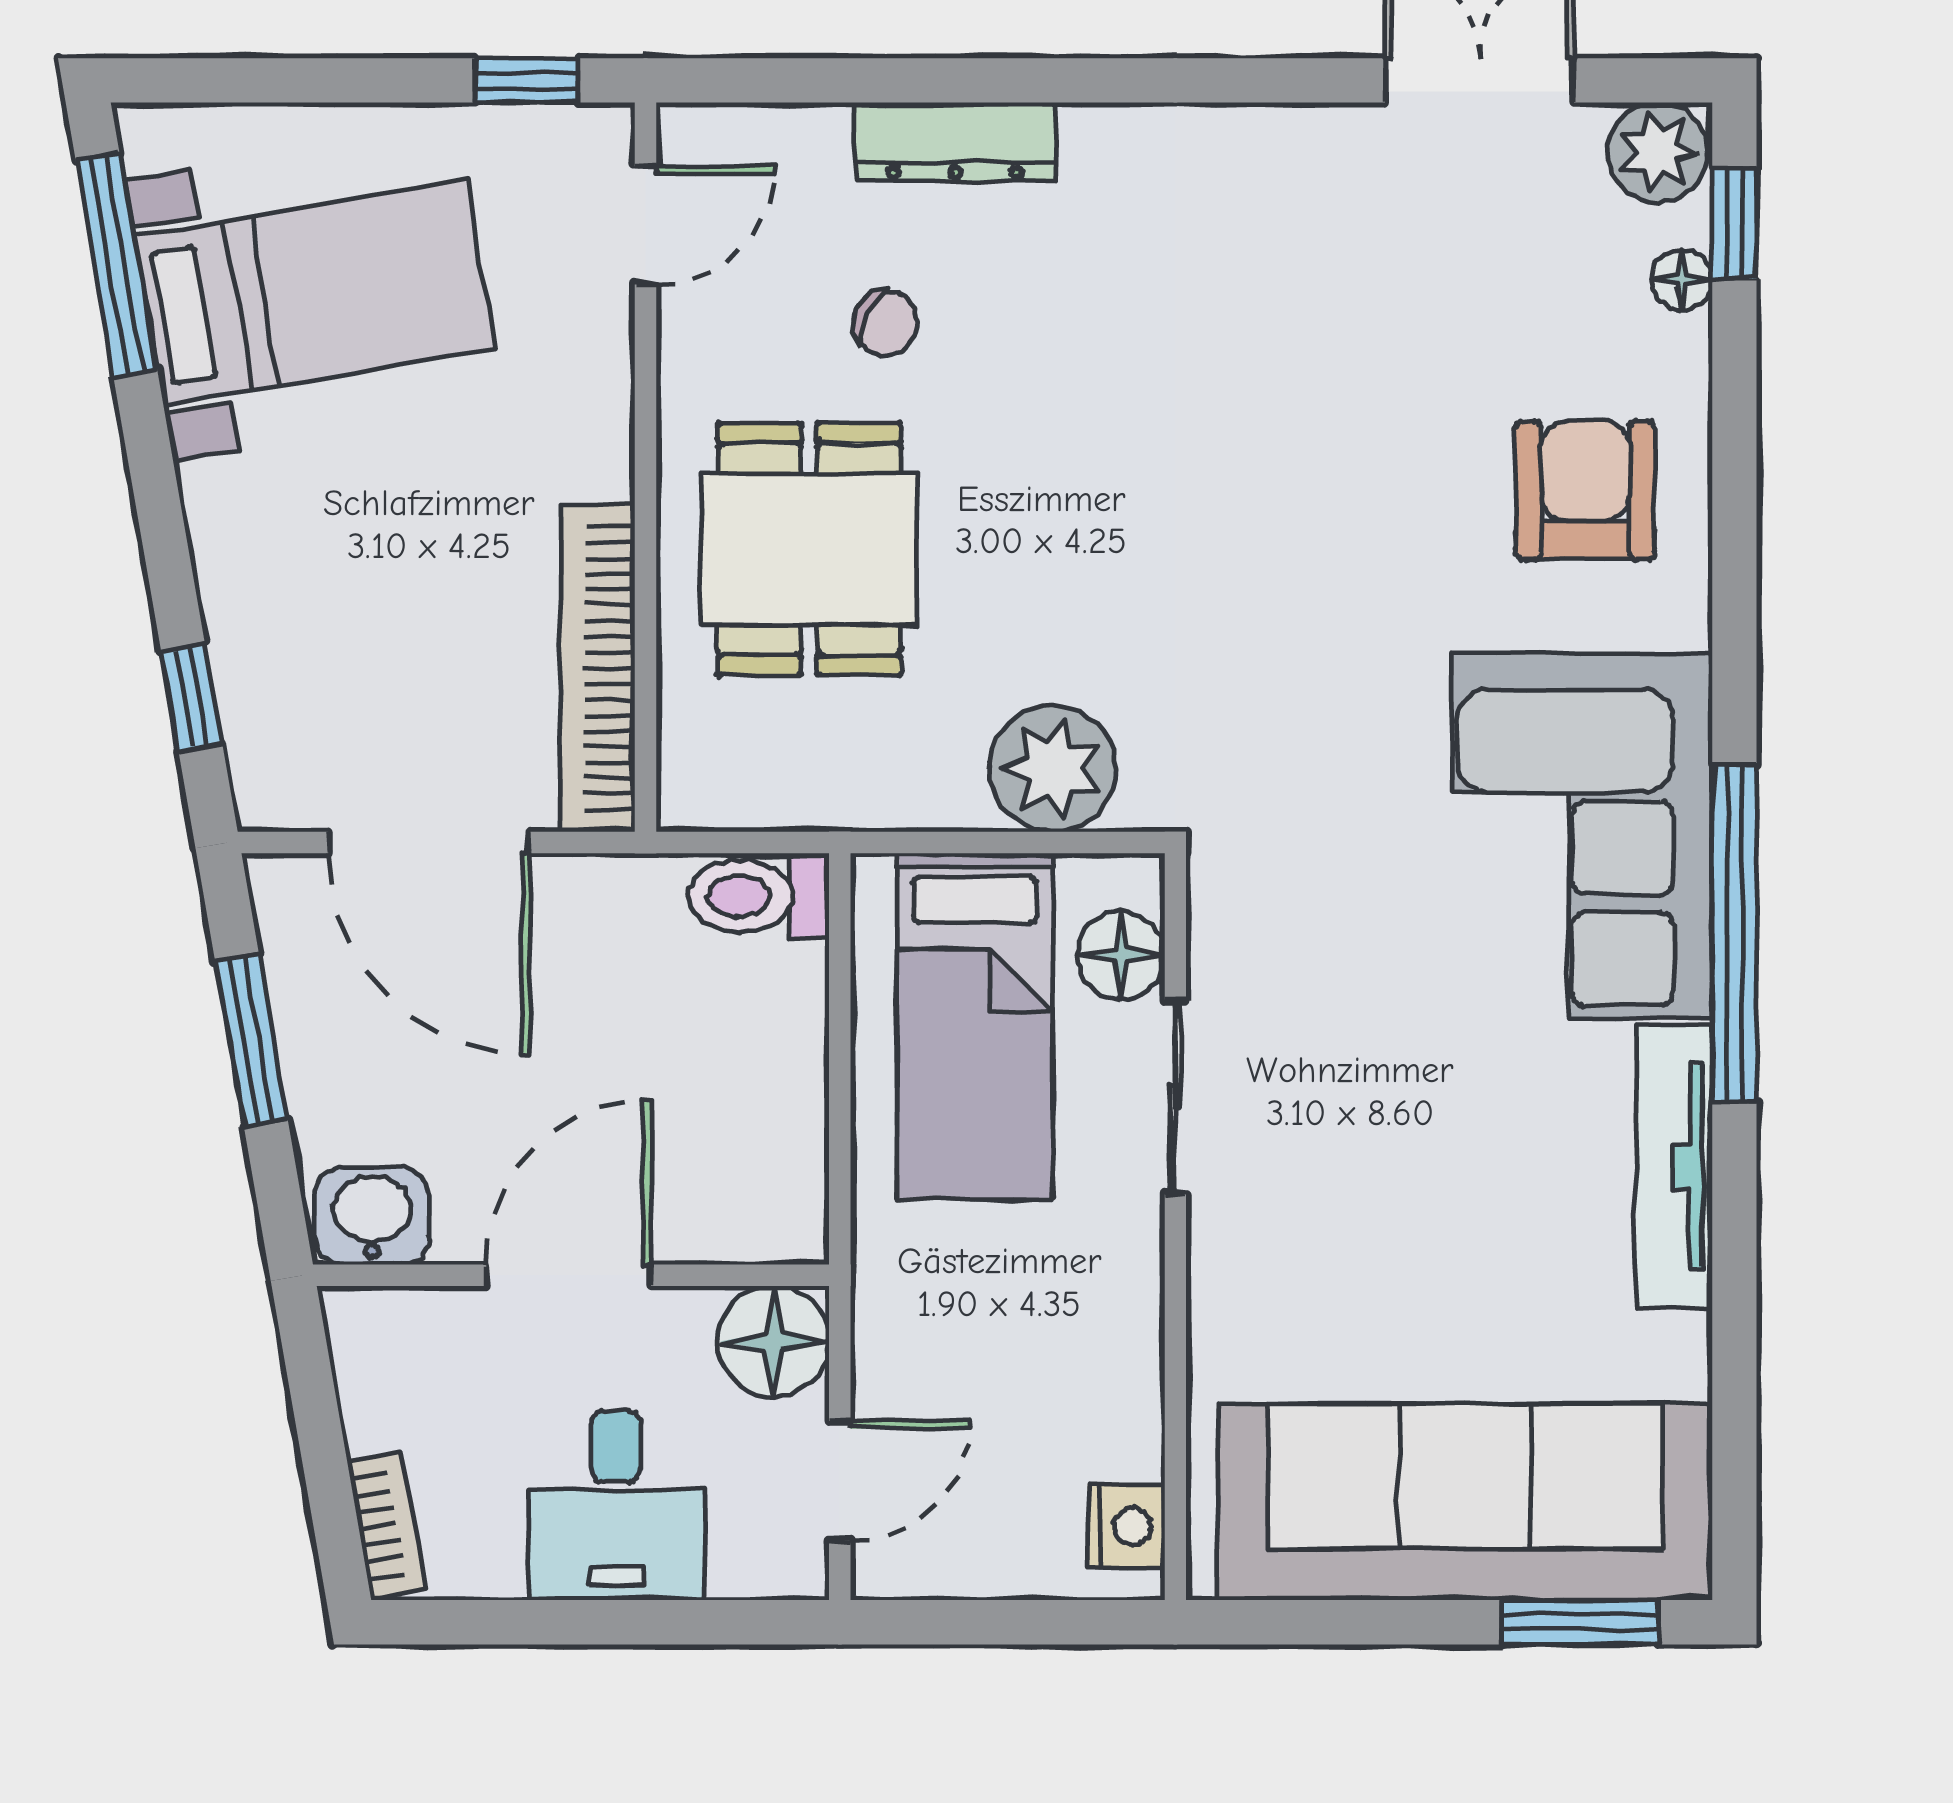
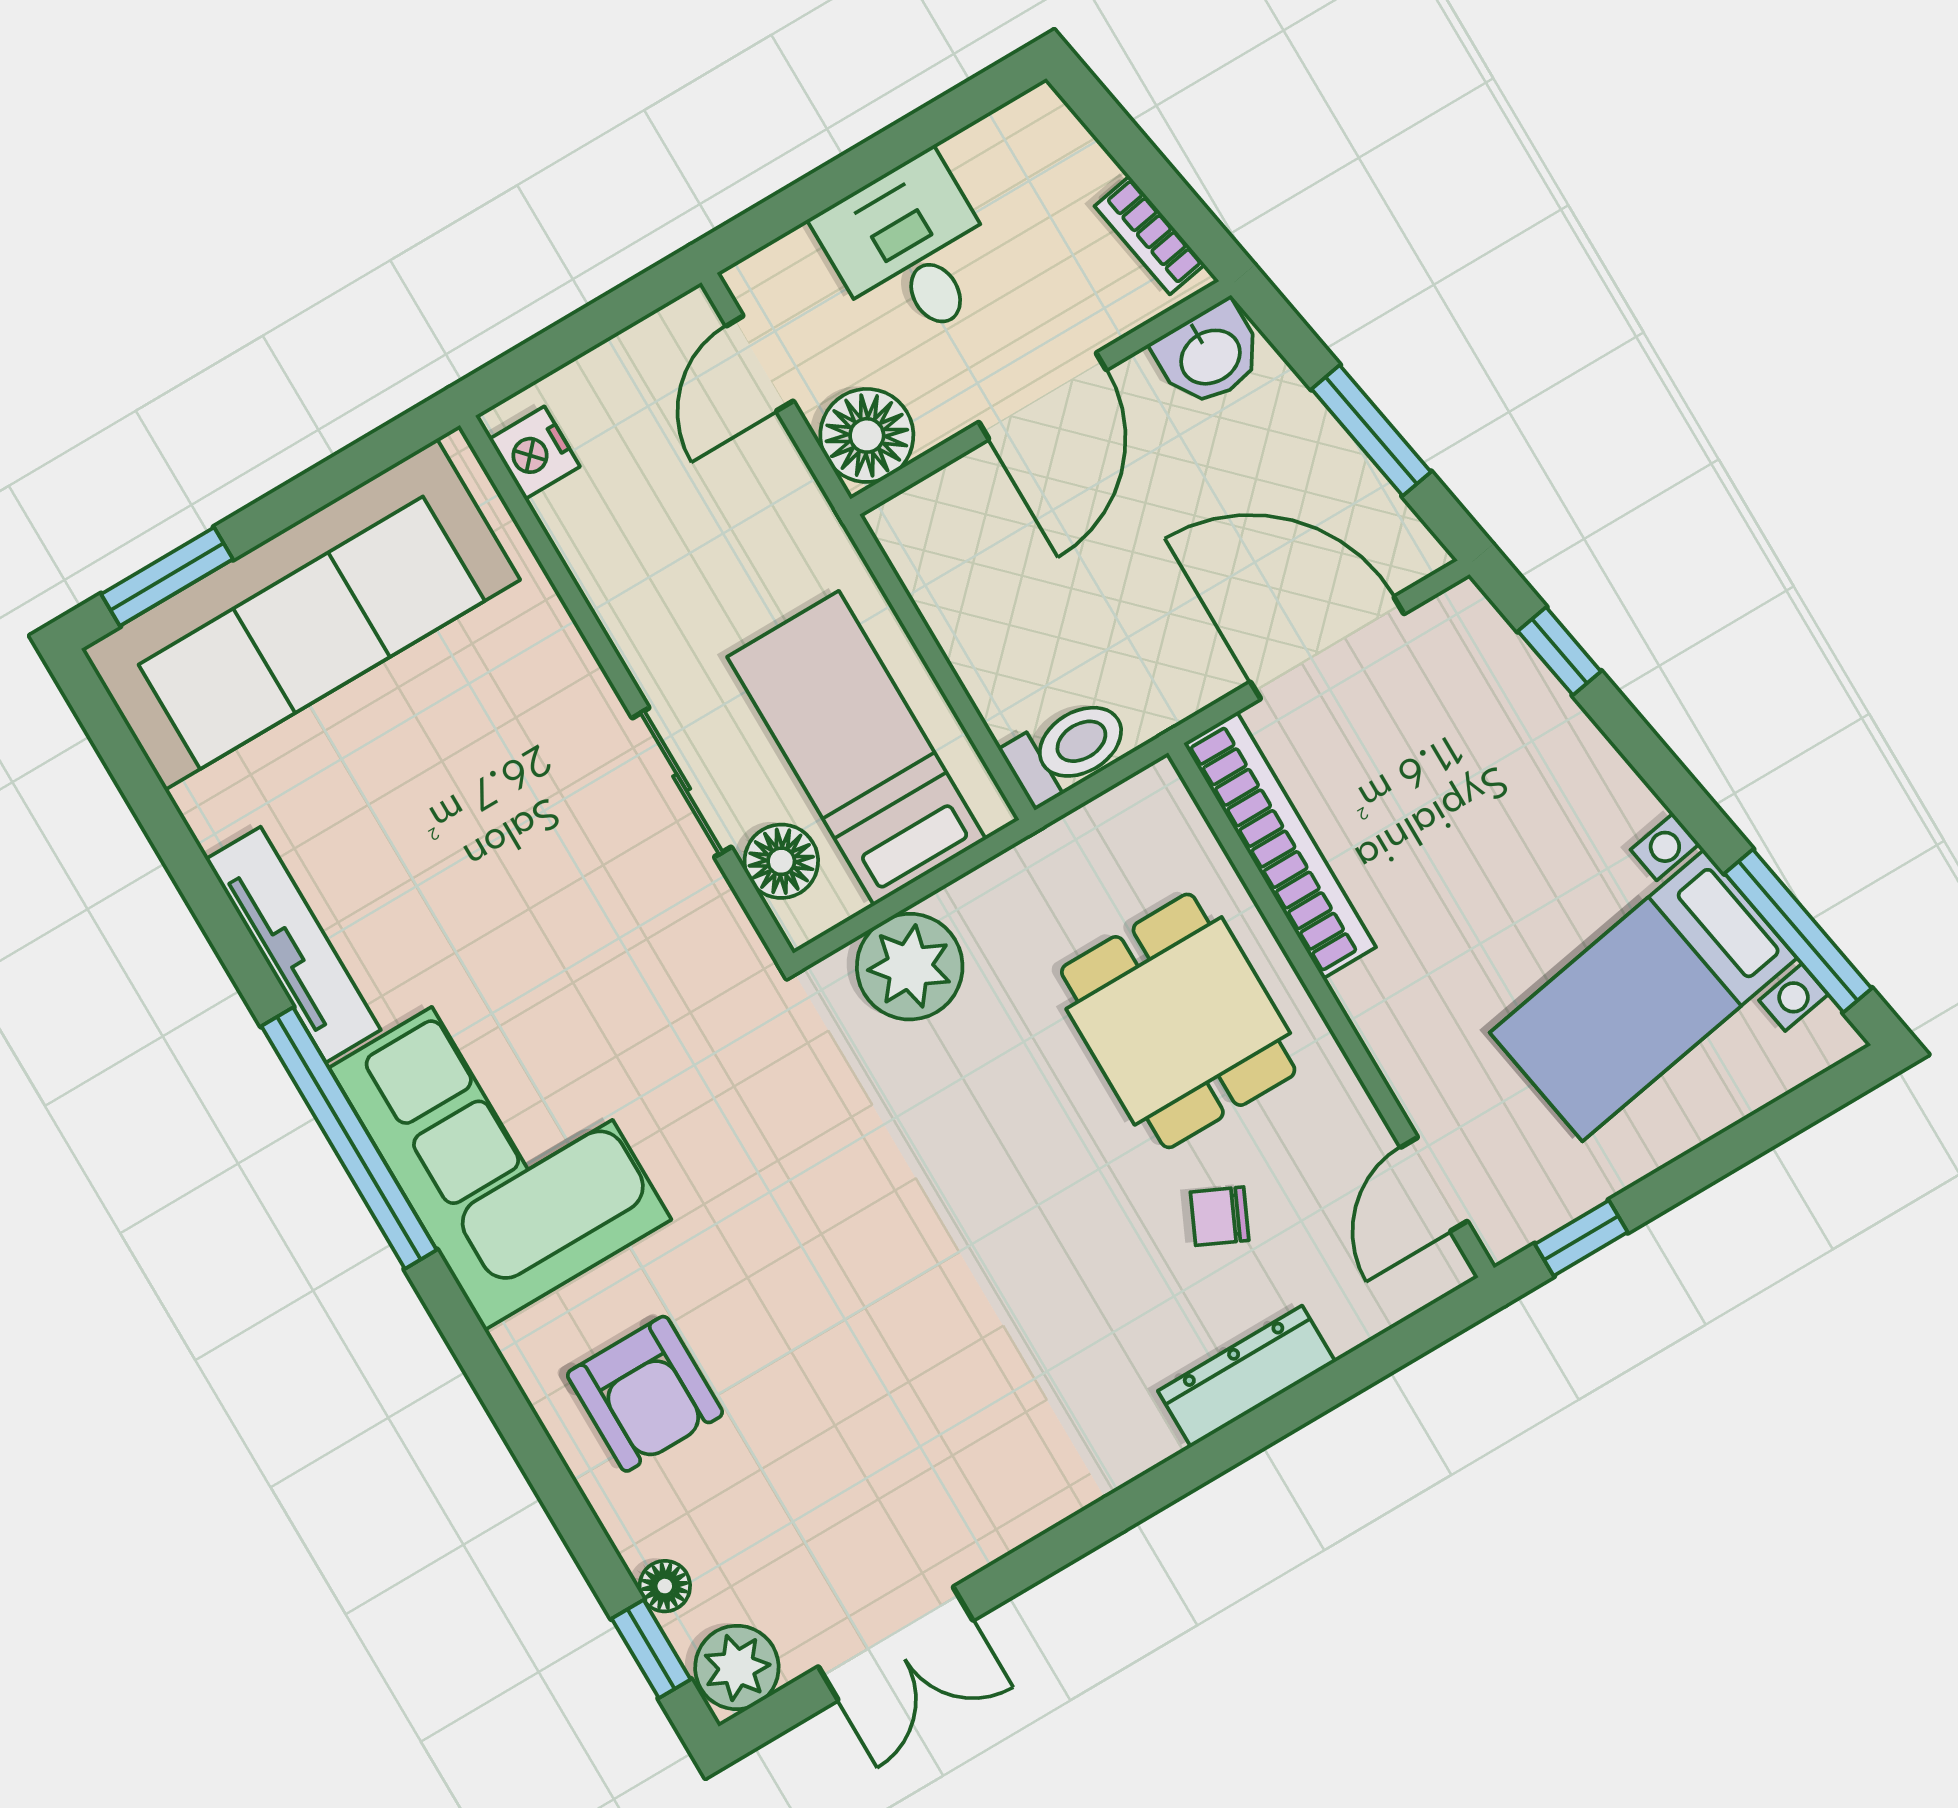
bookcase: (386, 1525) -> (1150, 235), moved

